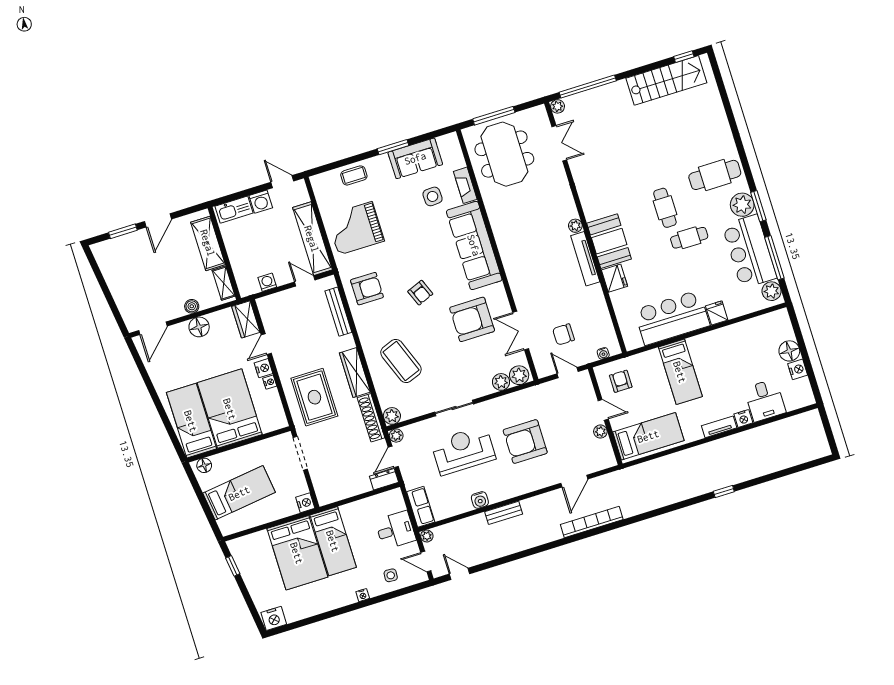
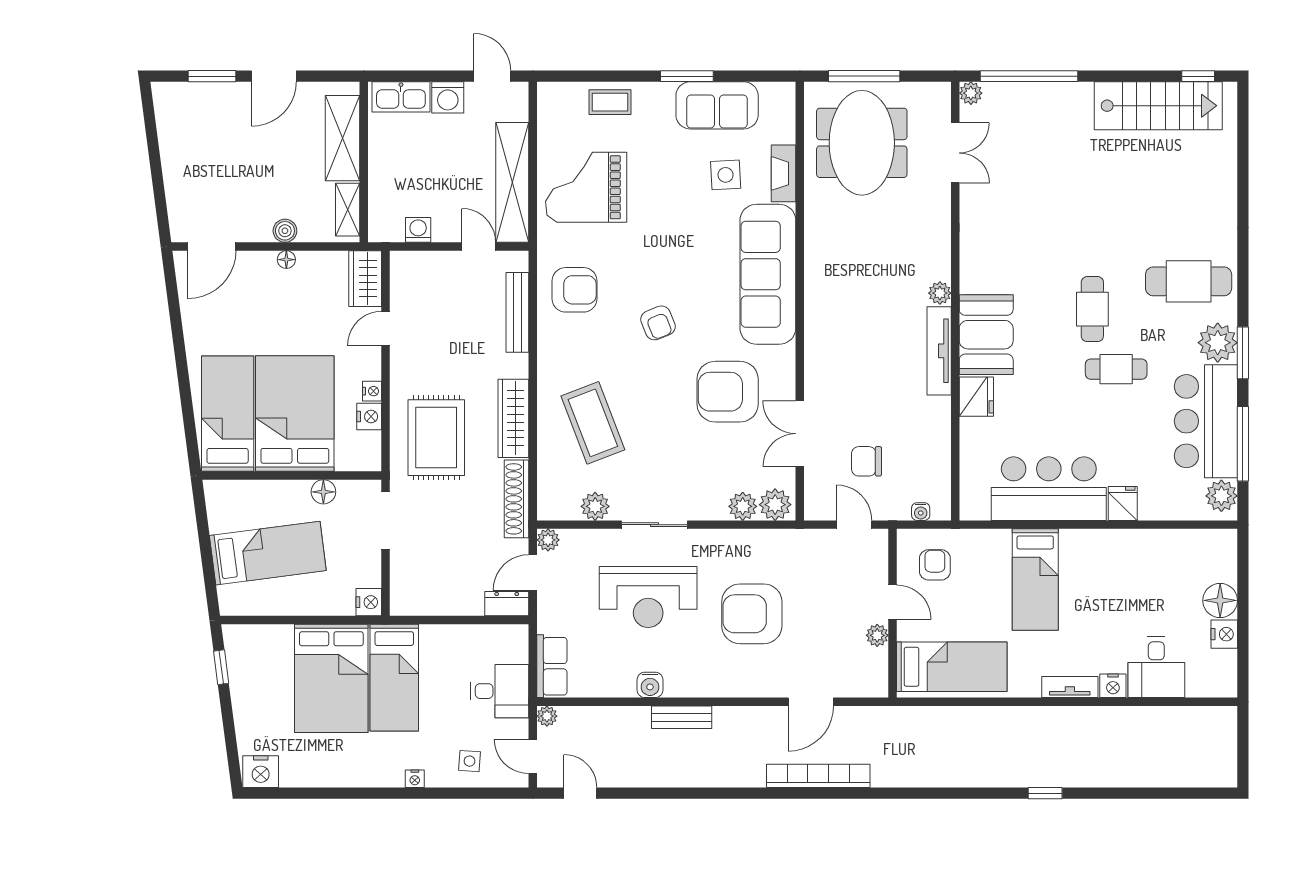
floor lamp: (199, 327) -> (286, 260), width x0.53, depth x0.53
nightstand: (264, 368) -> (369, 417), moved
plant: (392, 416) -> (595, 506), moved
reception desk: (463, 450) -> (648, 597), turned 180
floor lamp: (204, 465) -> (323, 492), moved

